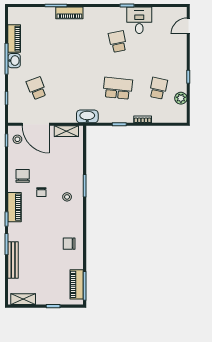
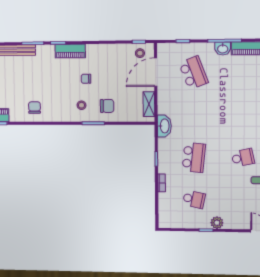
school desk: (37, 88) -> (193, 73), width x1.85
plant: (181, 98) -> (217, 223), moved
chair: (23, 176) -> (107, 106), moved

